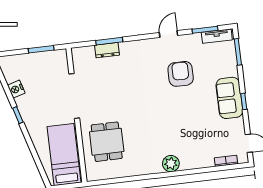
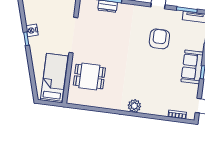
nightstand: (16, 89) -> (32, 30), moved
dining table: (107, 142) -> (89, 77), turned 90

